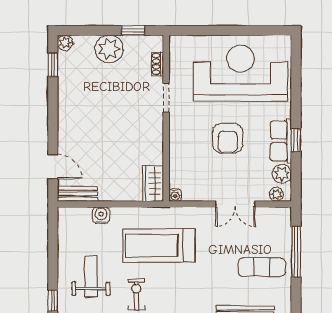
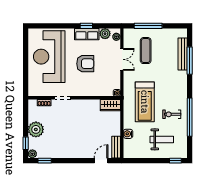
window: (133, 30) -> (26, 143), moved
exercise mat: (262, 267) -> (146, 51), moved
weight bench: (91, 276) -> (162, 139), turned 180

